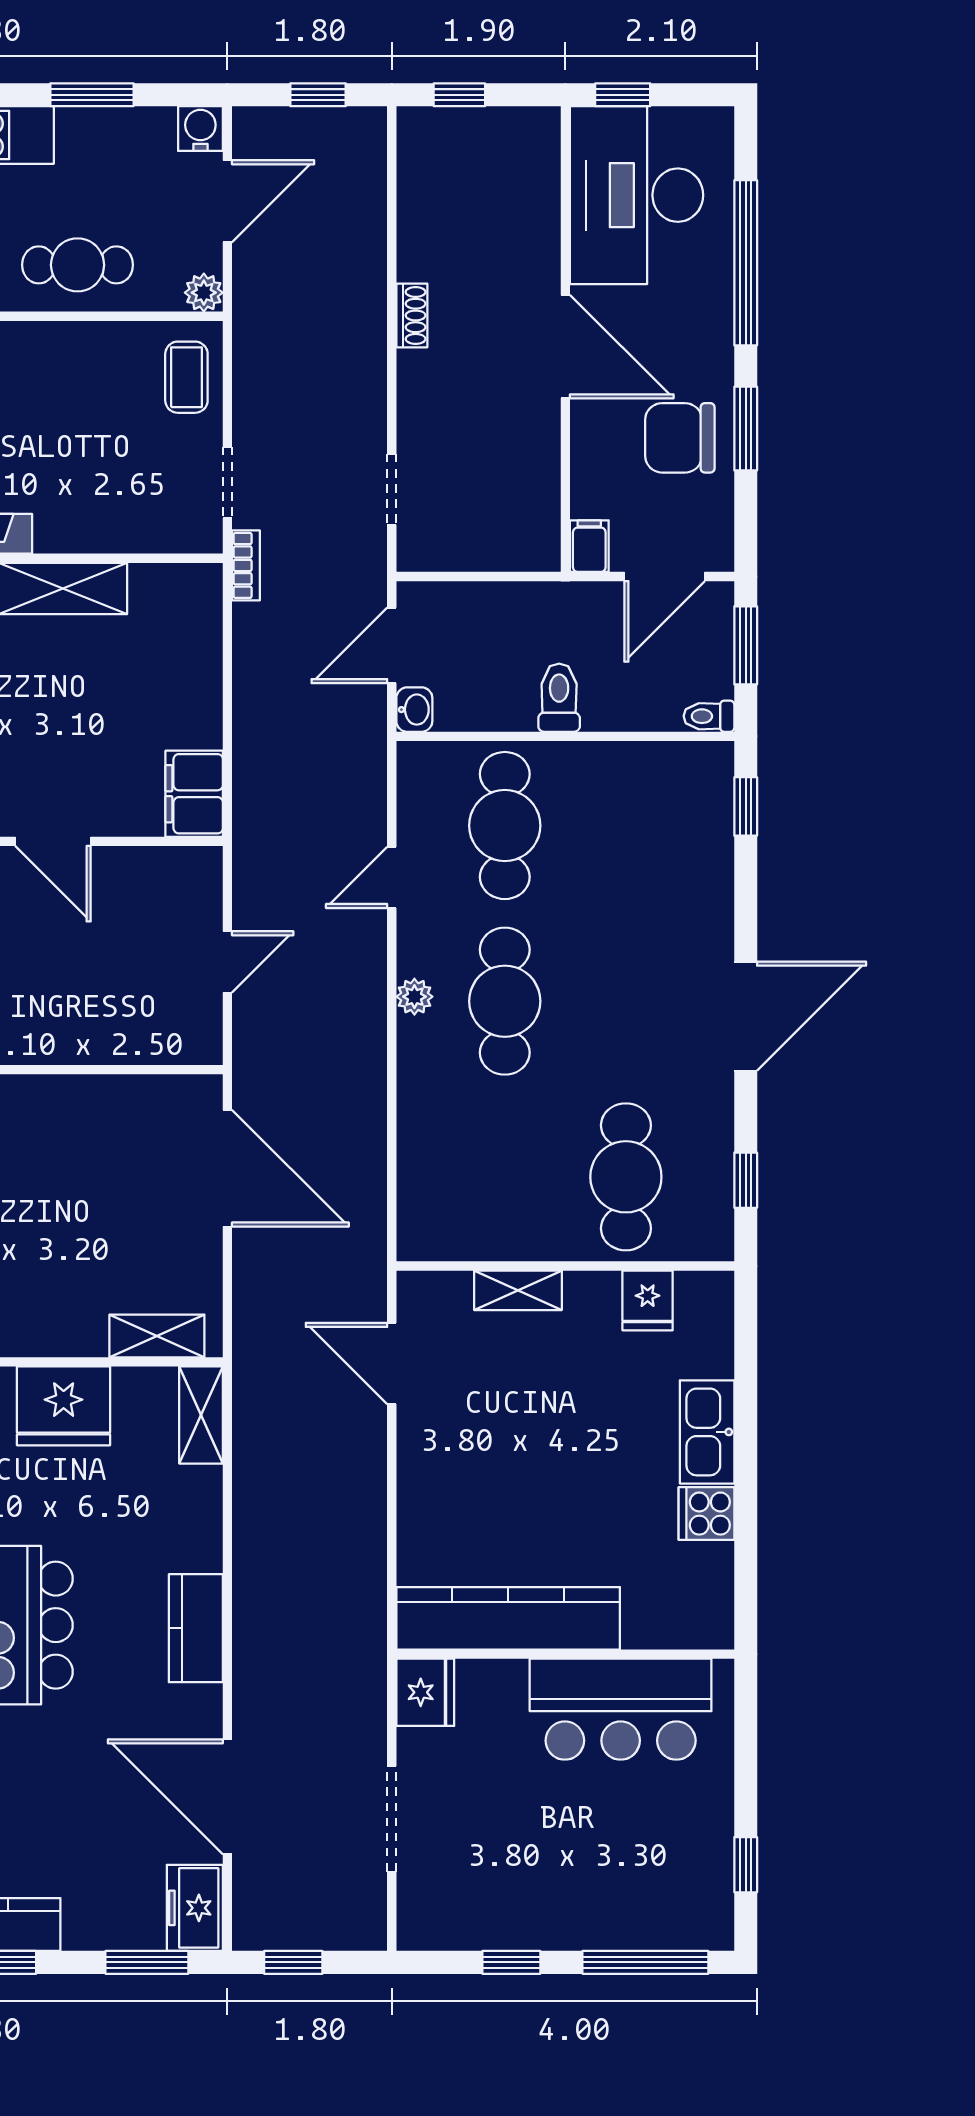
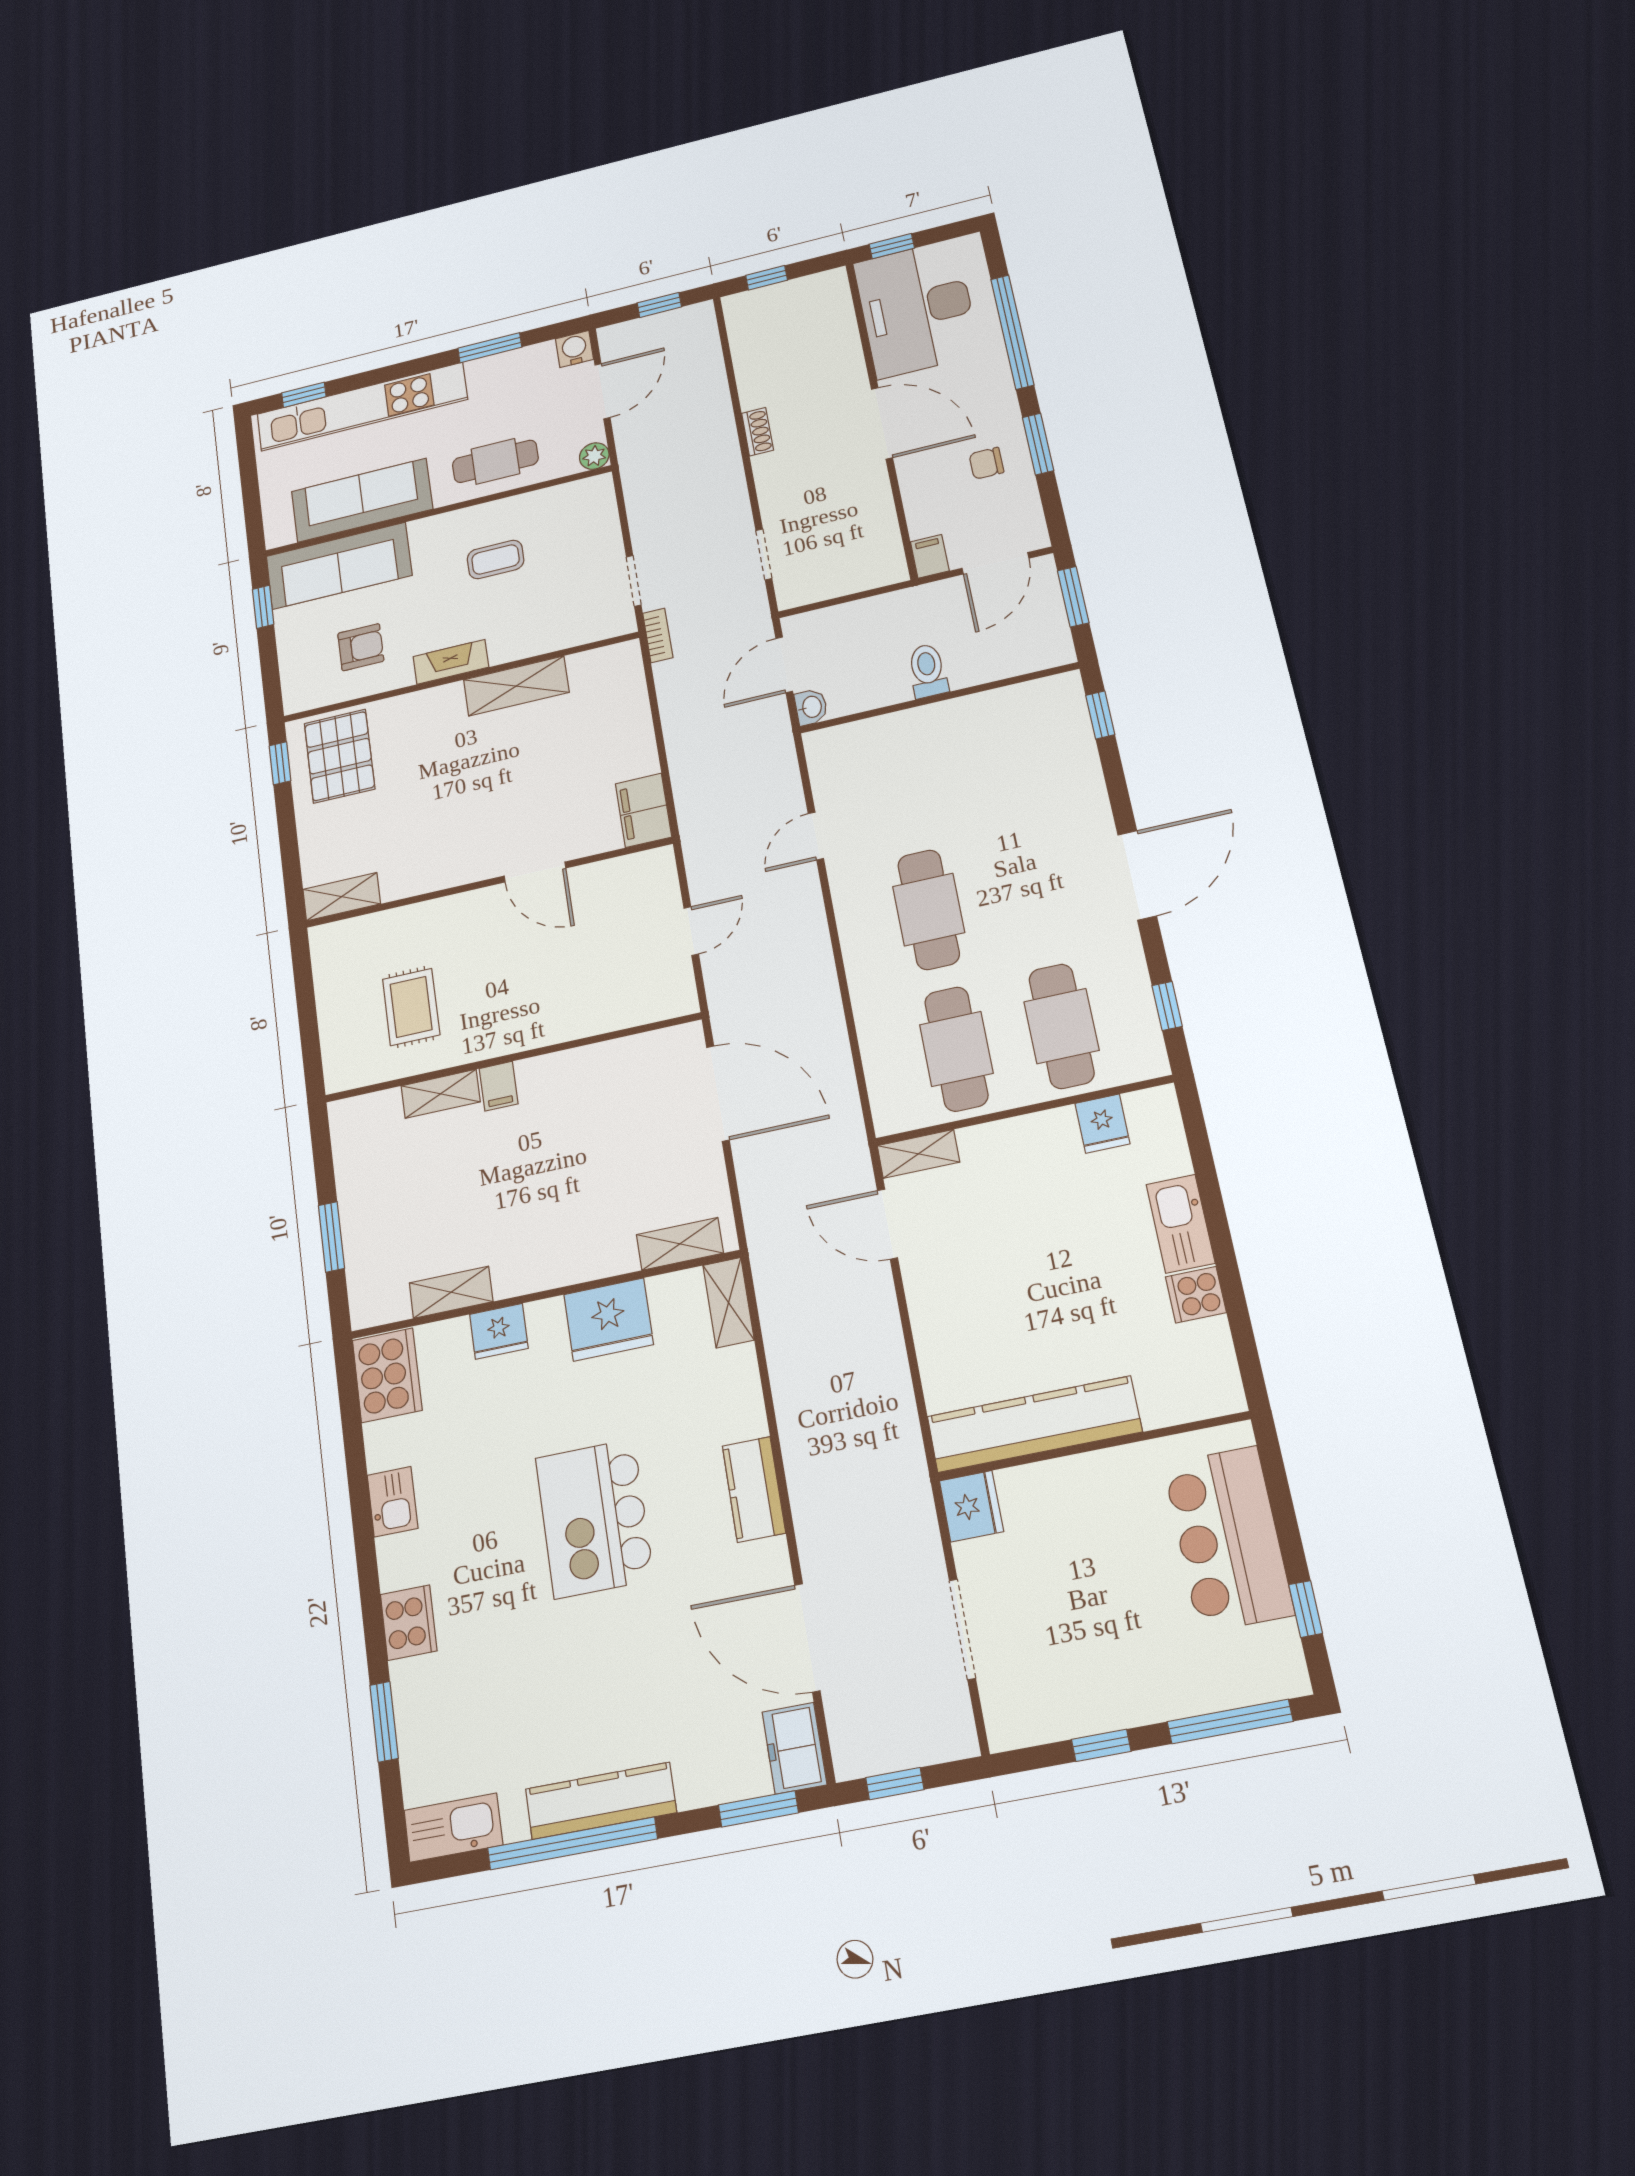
coffee table: (186, 377) -> (496, 559), moved, turned 90
chair: (680, 438) -> (986, 463), width x0.54, depth x0.54
toilet: (709, 716) -> (1054, 655), removed
cafe table: (505, 826) -> (956, 1049), moved
plant: (414, 997) -> (852, 923), removed
shelving: (518, 1290) -> (918, 1154), moved
bar counter: (621, 1709) -> (1228, 1539), moved, turned 90

